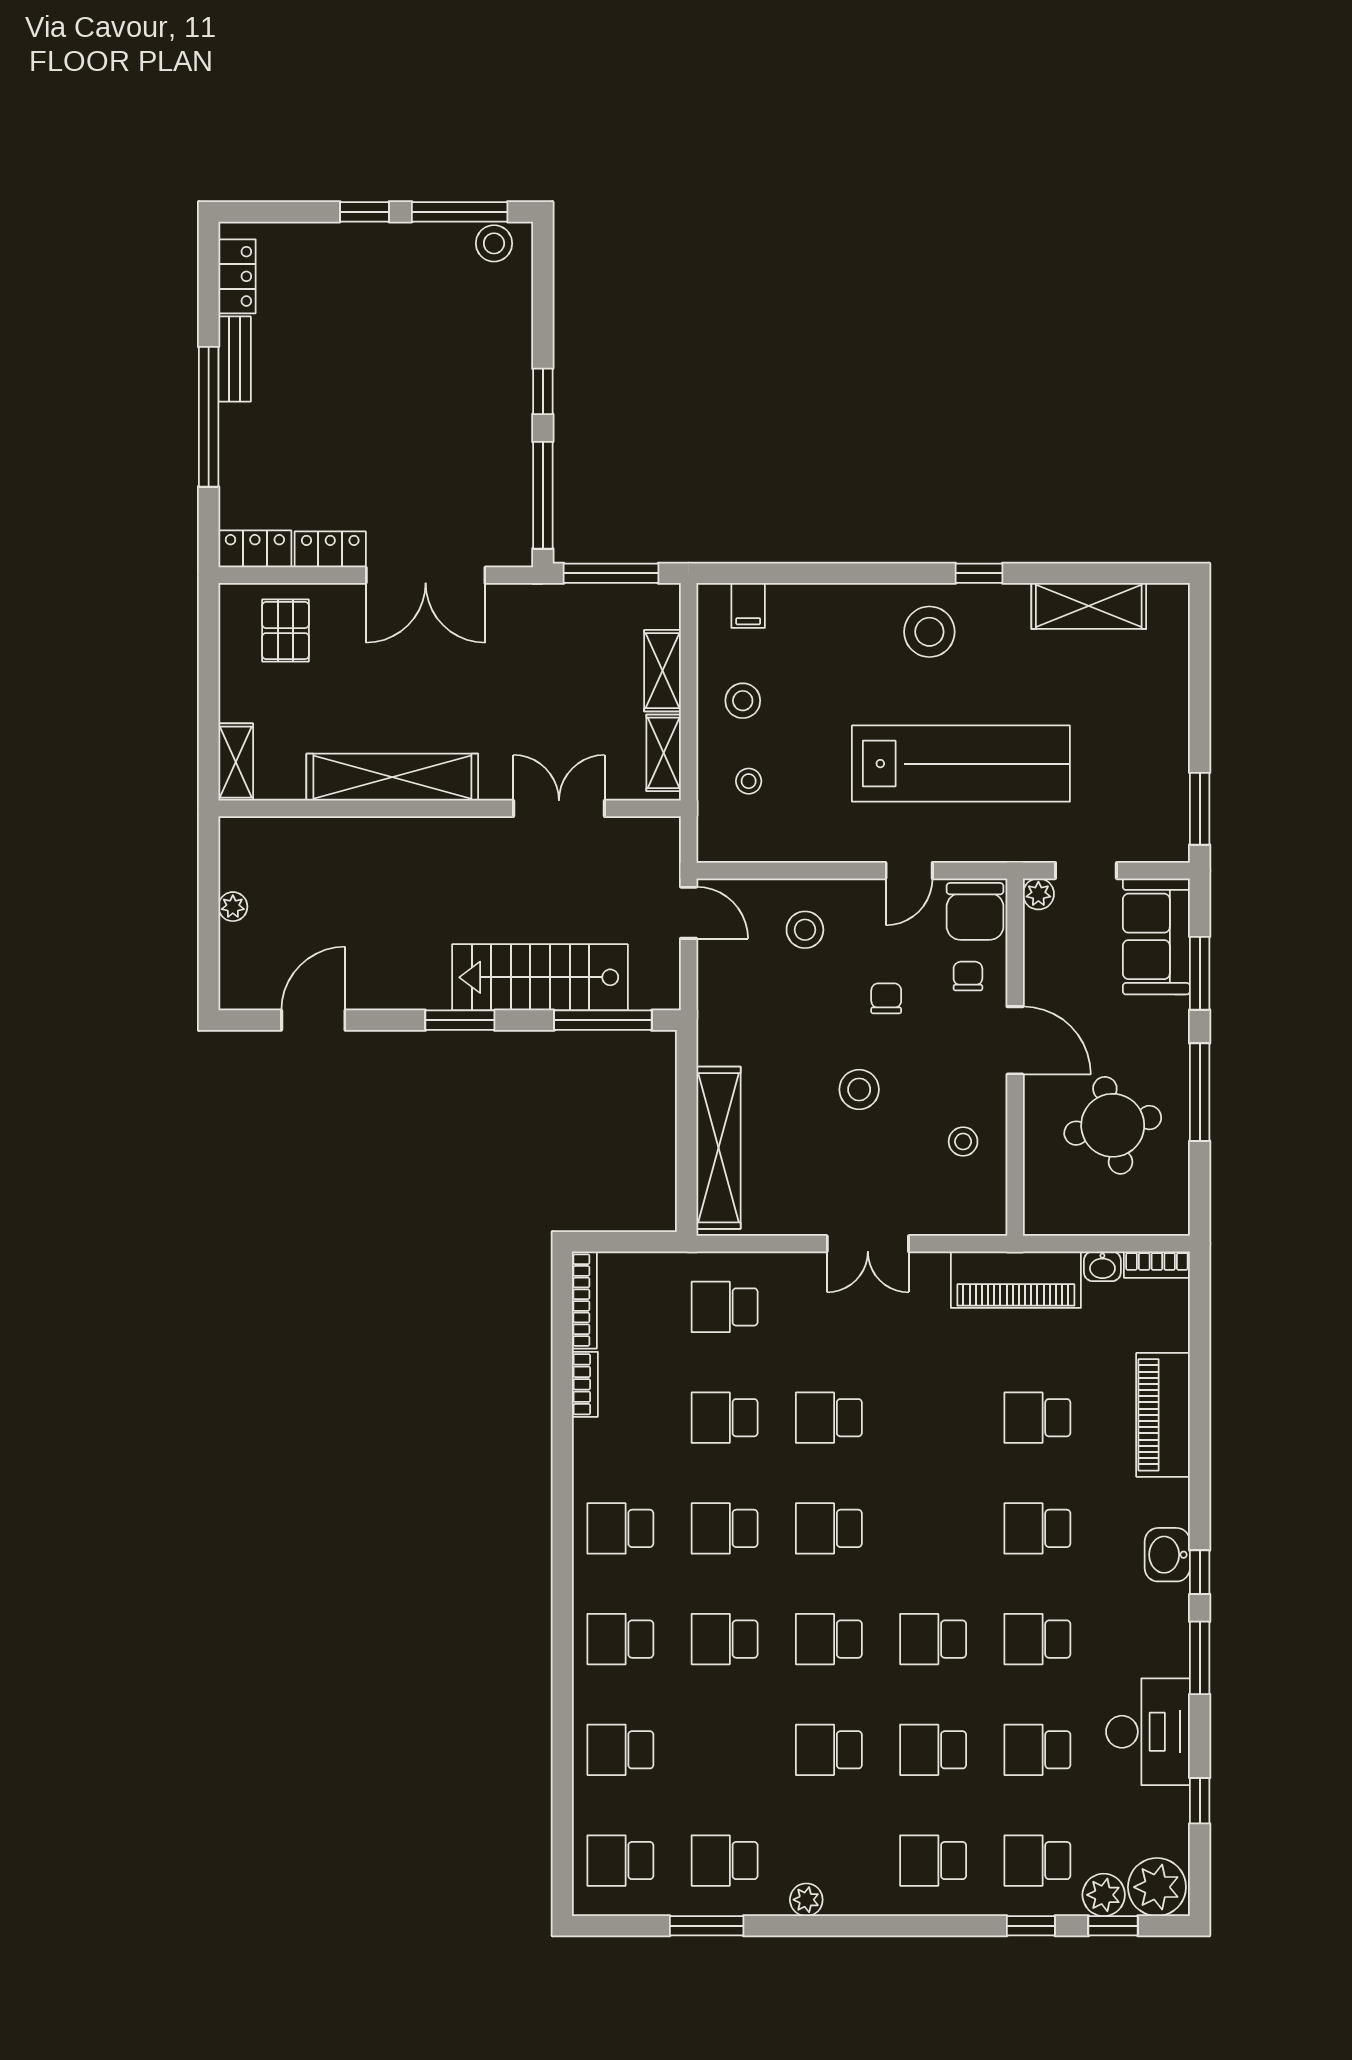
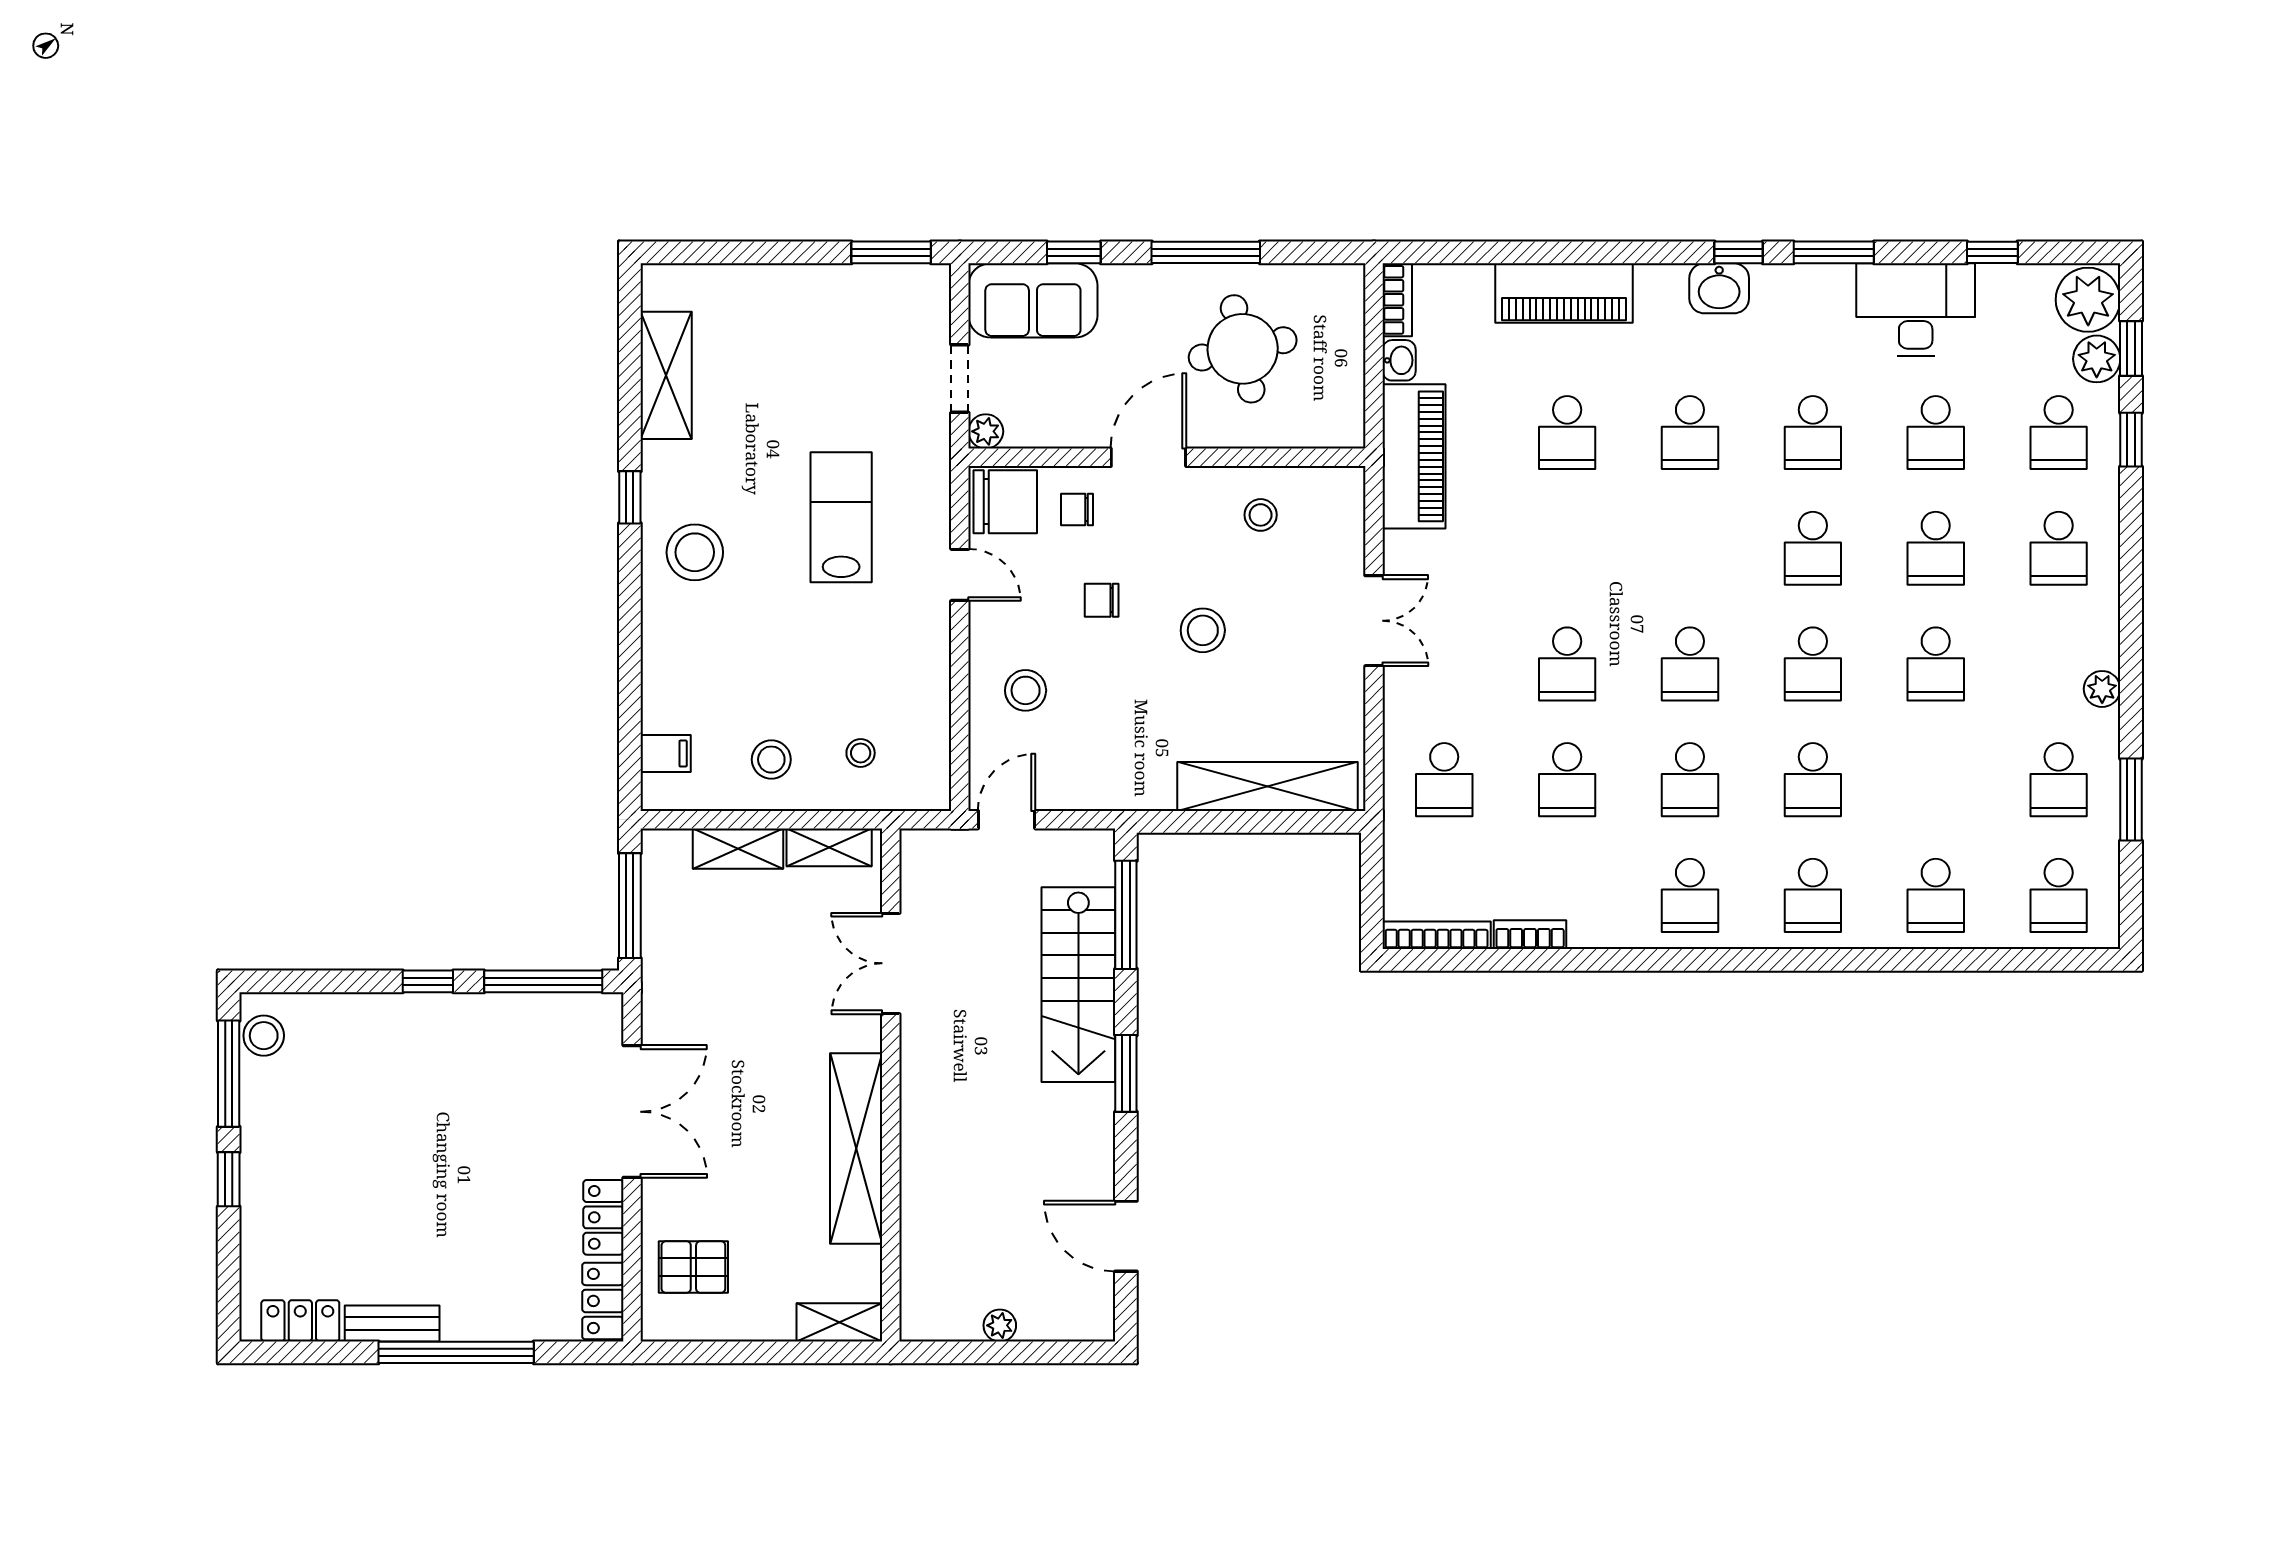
lab bench: (961, 764) -> (841, 517), width x0.54, depth x0.72
window: (1200, 973) -> (1074, 252), width x0.67

